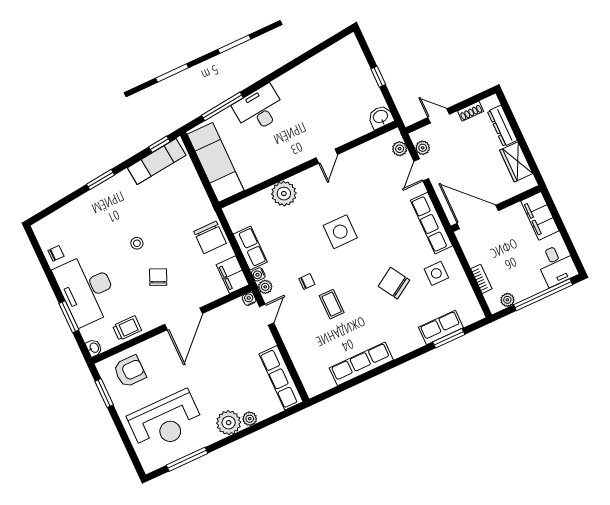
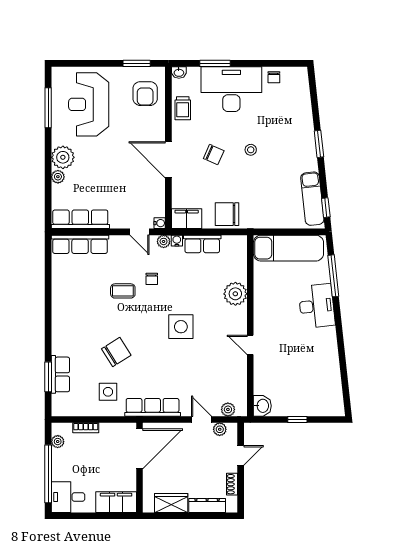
row of seats: (361, 364) -> (80, 244), moved, turned 90

